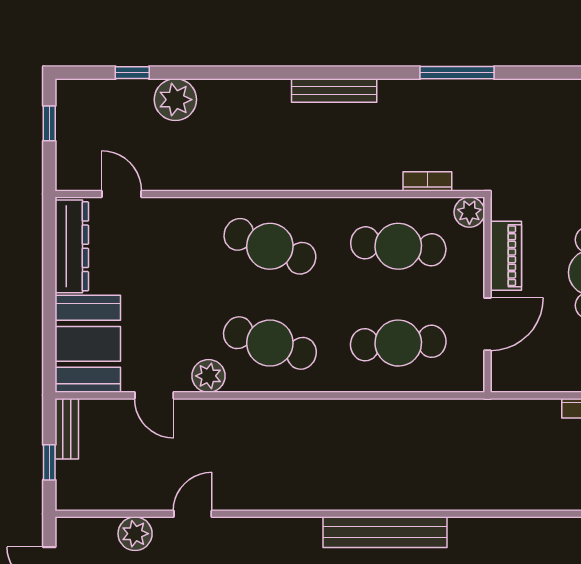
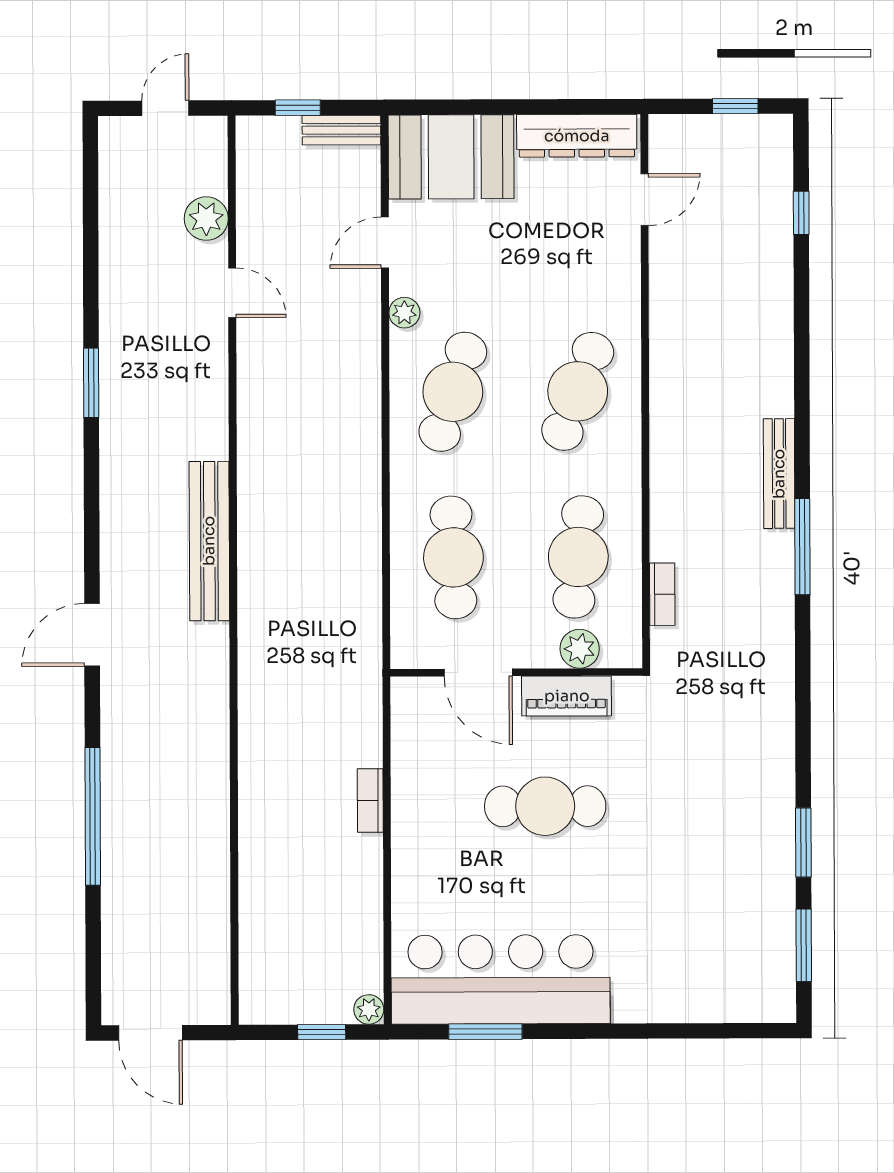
window: (457, 73) -> (802, 547), moved
plant: (175, 100) -> (767, 269), removed
plant: (469, 212) -> (580, 649), moved
plant: (208, 376) -> (404, 313), width x0.73, depth x0.73

